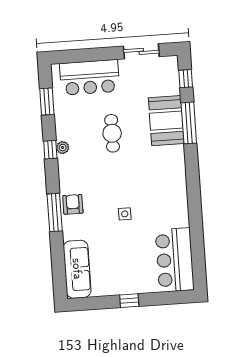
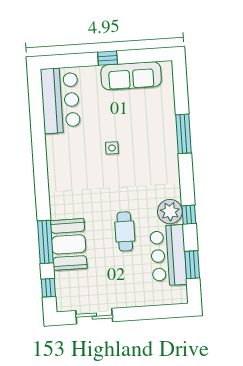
bar counter: (90, 77) -> (168, 255), moved, turned -90
plant: (63, 148) -> (170, 212), width x1.87, depth x1.87
armchair: (73, 204) -> (166, 158), removed
window: (55, 212) -> (183, 134), moved
sofa: (77, 269) -> (131, 76), moved, turned -90

